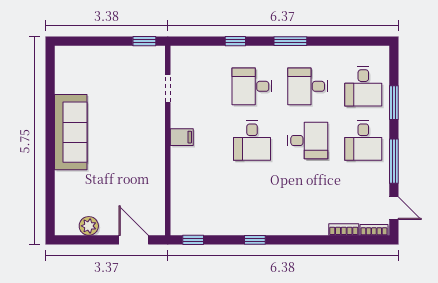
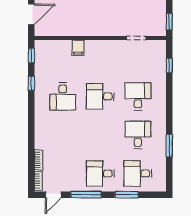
window: (235, 41) -> (169, 65), moved
window: (290, 41) -> (169, 146), moved
filing cabinet: (182, 137) -> (78, 48), moved
desk: (308, 141) -> (63, 96), moved
window: (255, 240) -> (31, 83), moved

